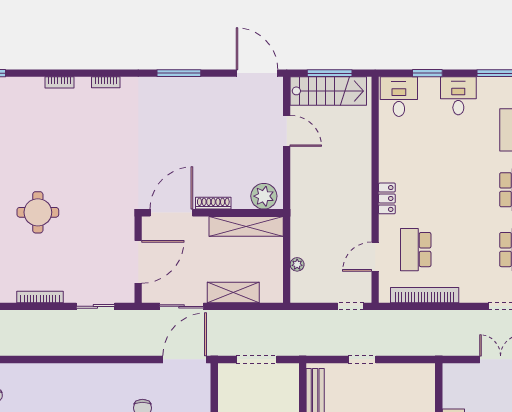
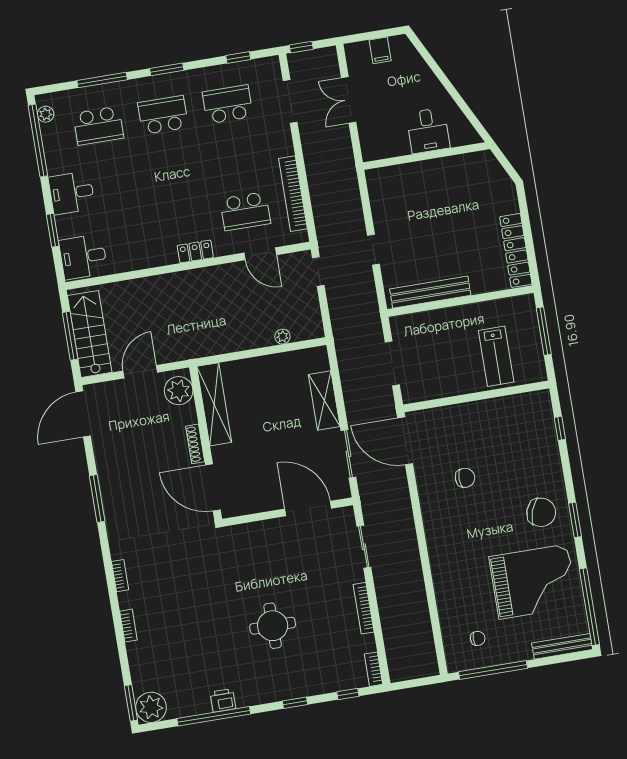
plant: (264, 196) -> (179, 391), moved
shoe rack: (213, 203) -> (195, 444), moved
door: (171, 213) -> (213, 488), moved
wall: (212, 213) -> (206, 443), moved
shelving: (246, 226) -> (214, 404), moved

